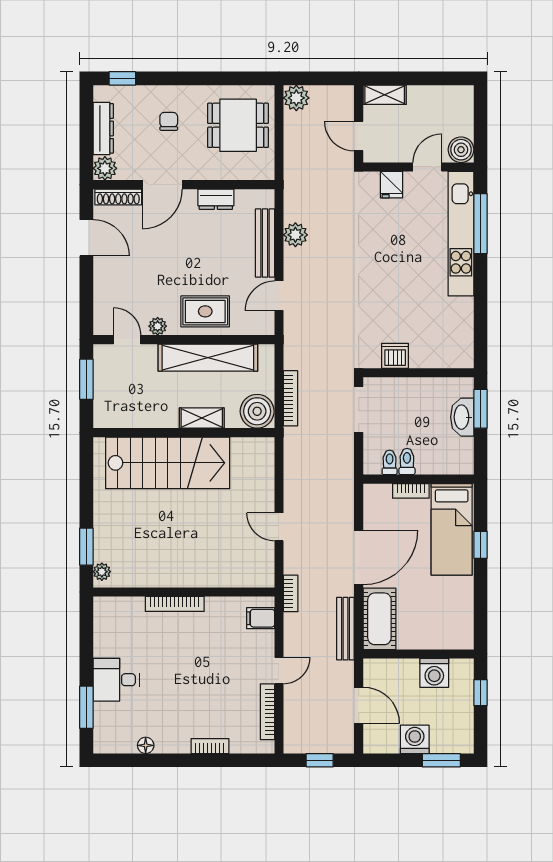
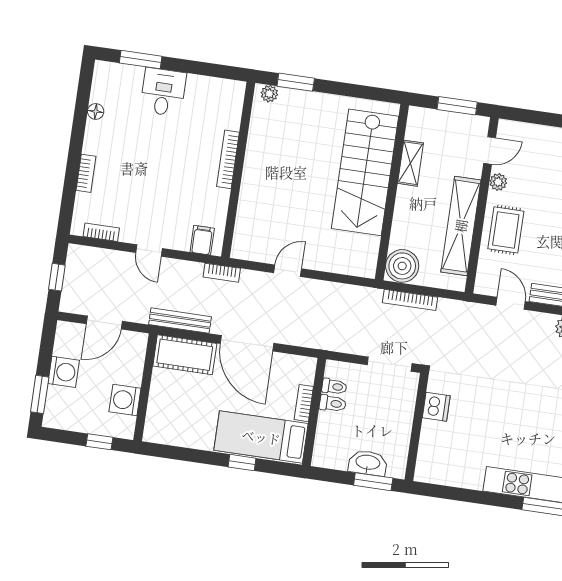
shelving: (202, 418) -> (411, 163), moved
bookcase: (267, 712) -> (101, 232), width x0.64

